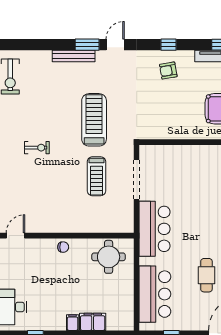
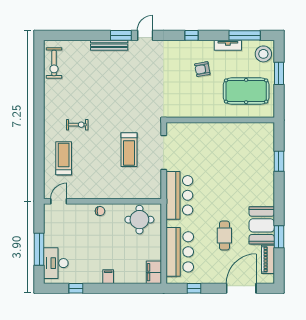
armchair: (168, 71) -> (202, 69), moved
treadmill: (94, 120) -> (64, 158), moved, width x0.73, depth x0.73
filing cabinet: (93, 322) -> (154, 272), moved, turned -90

